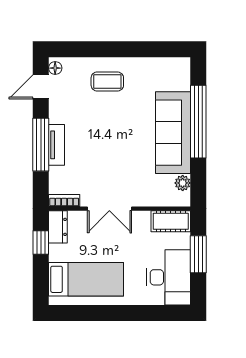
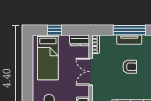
armchair: (101, 144) -> (130, 67), added
window: (41, 242) -> (55, 30), moved

